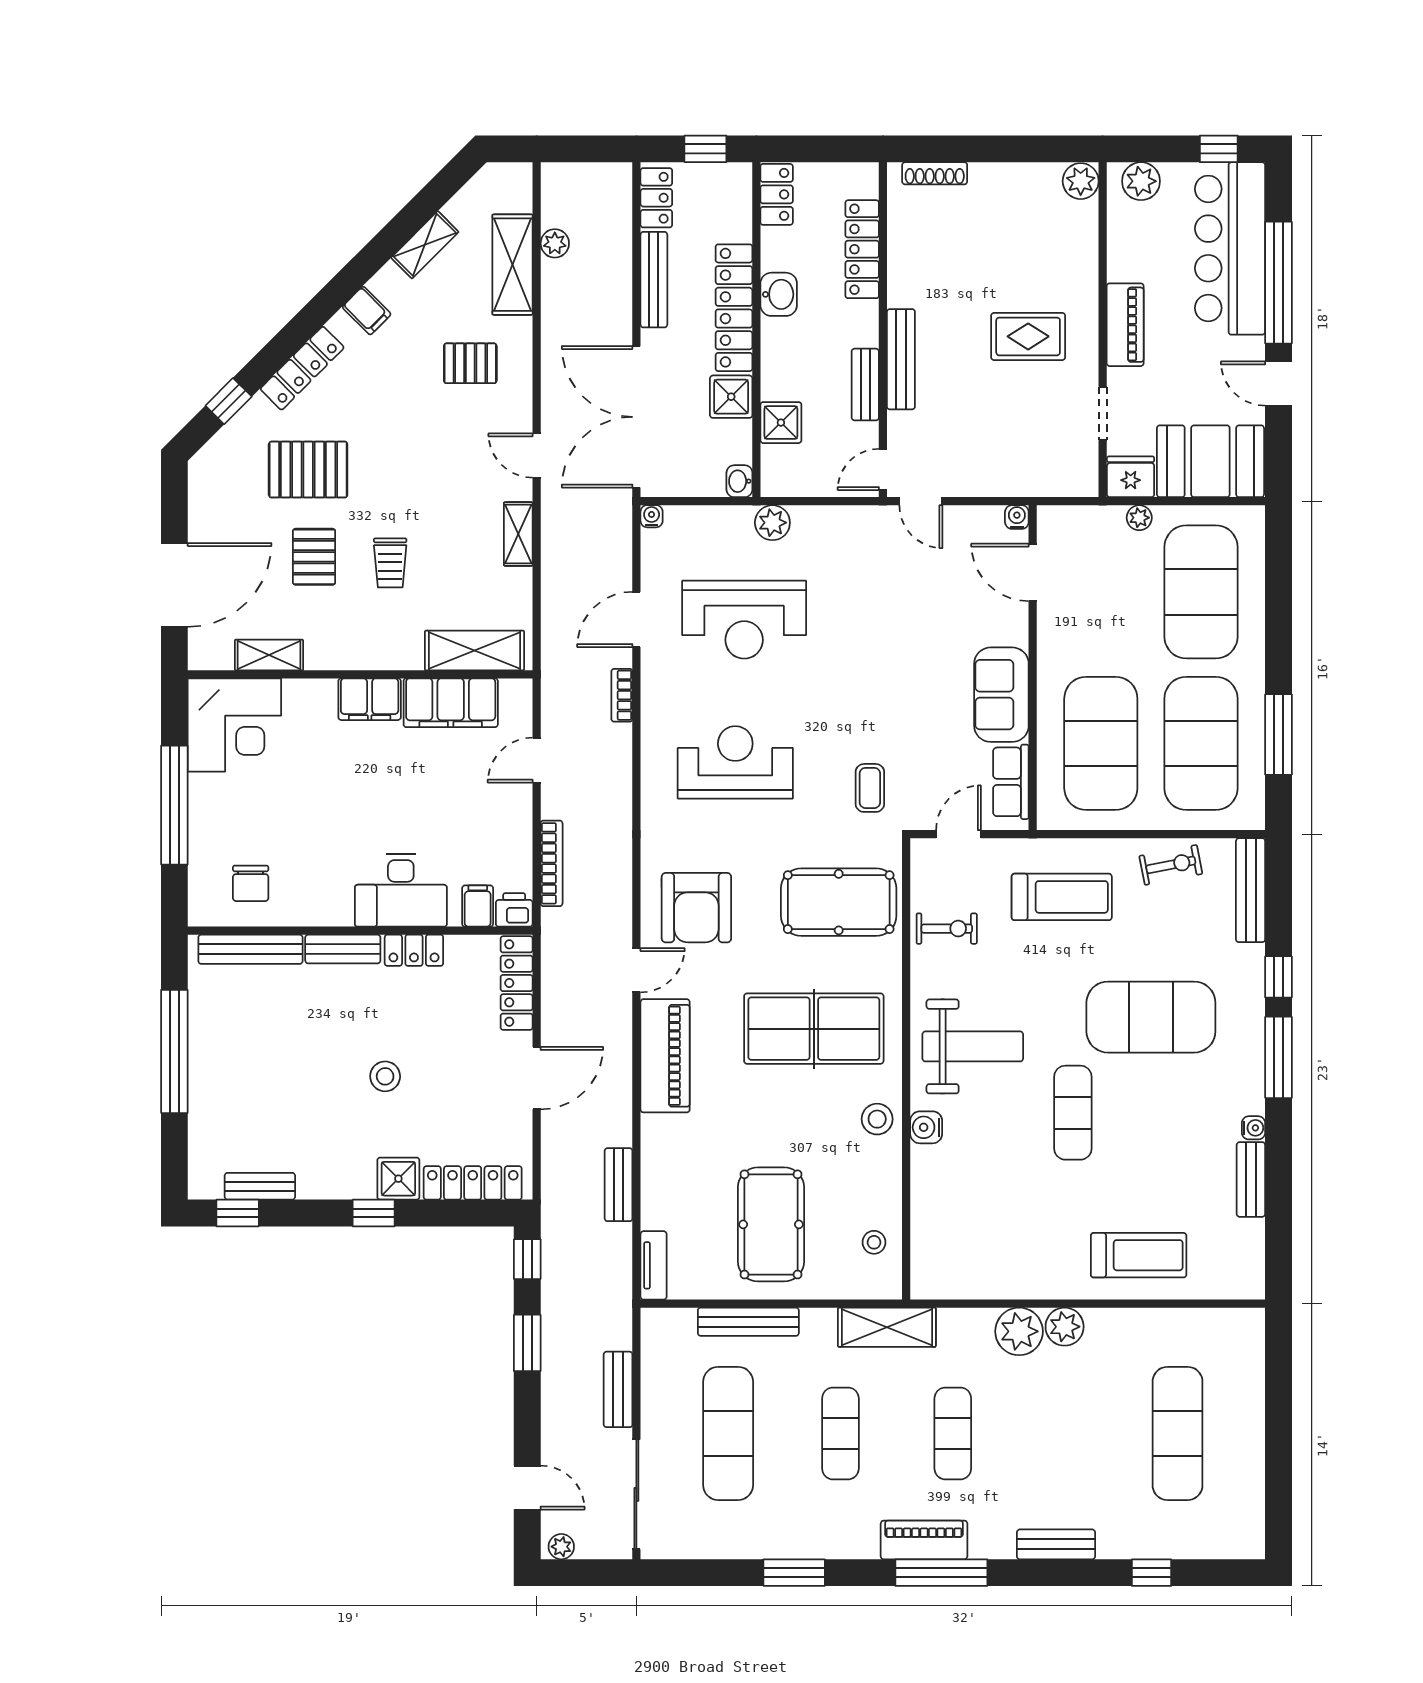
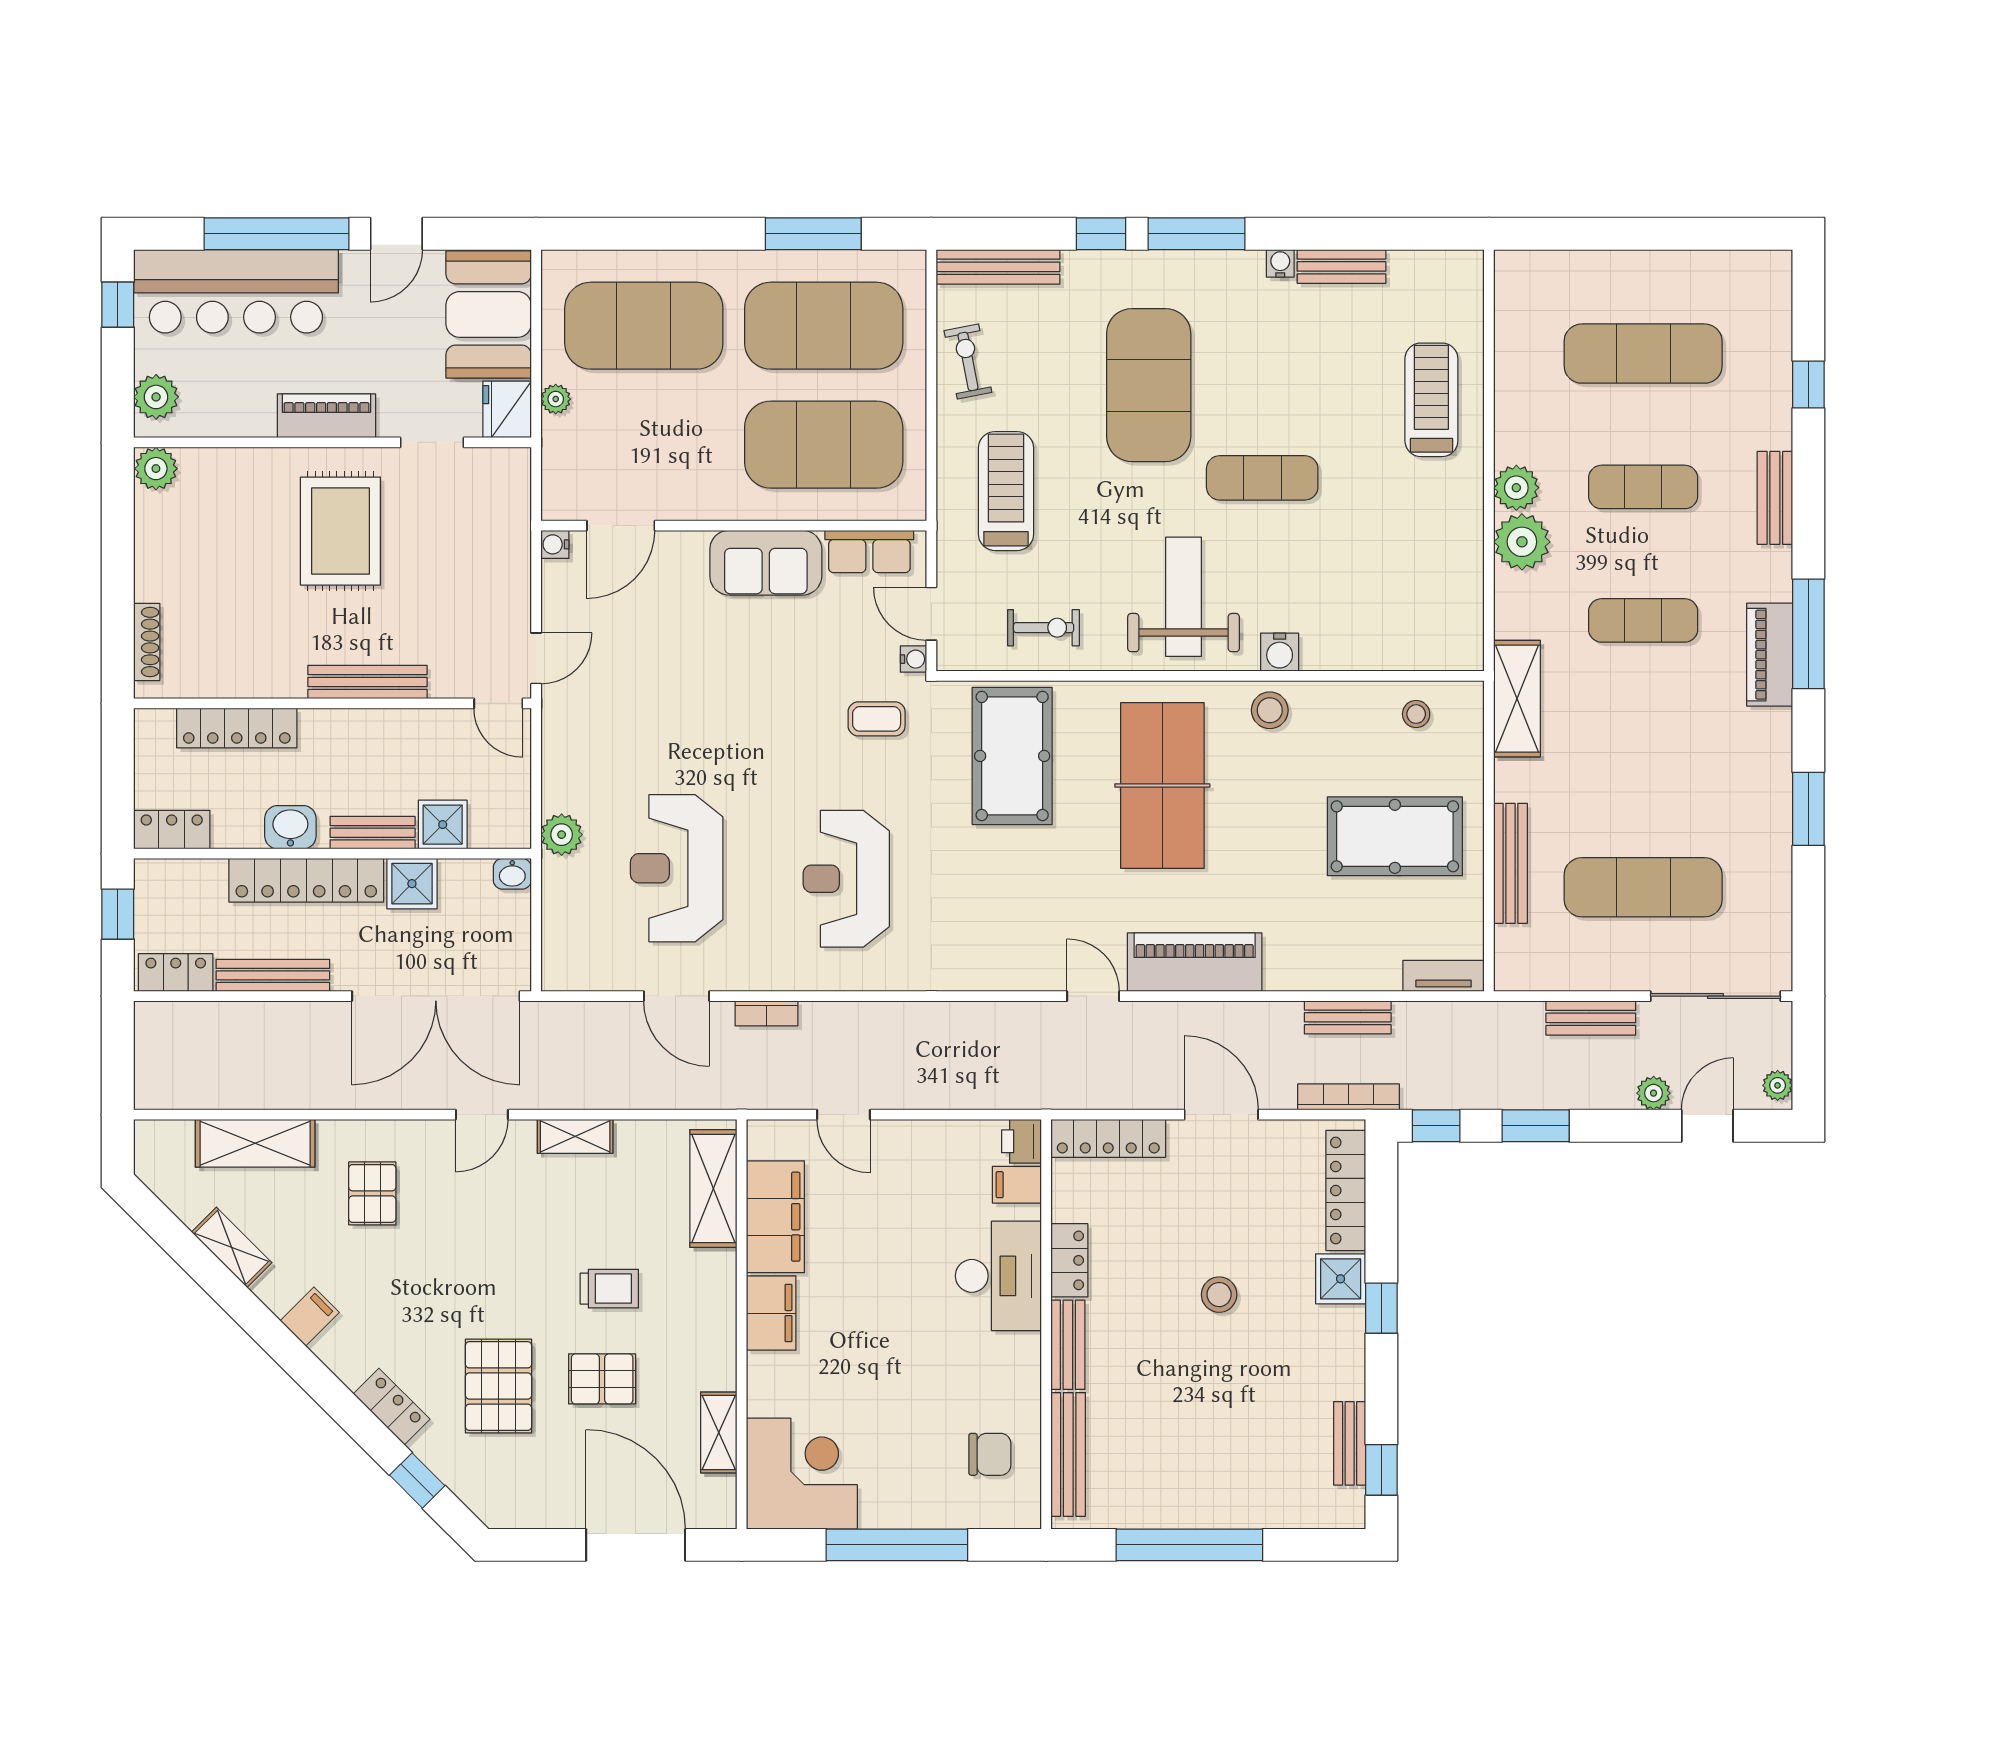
plant: (555, 243) -> (1654, 1093), moved
rug: (1028, 336) -> (340, 531), width x1.36, depth x1.43
locker: (302, 368) -> (392, 1407), width x0.66
bench: (865, 385) -> (373, 833), moved
water cooler: (652, 516) -> (914, 659), moved, turned 180
reception desk: (744, 620) -> (677, 868), turned 180
bookcase: (552, 863) -> (1348, 1097), moved
armchair: (696, 908) -> (1019, 925), removed
exercise bike: (947, 929) -> (1044, 628), turned 90
exercise mat: (840, 1433) -> (1643, 487), moved

